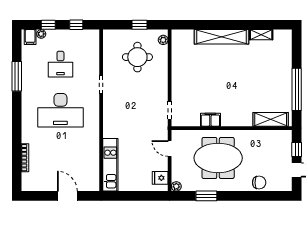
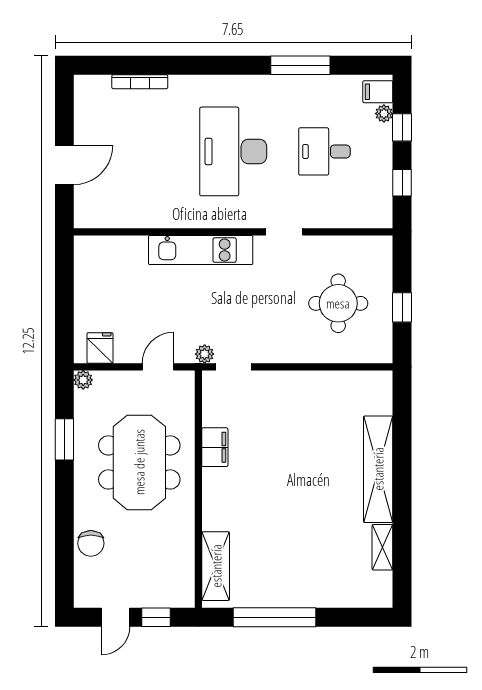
plant: (163, 40) -> (205, 354), moved
kitchen unit: (110, 165) -> (201, 250), moved

